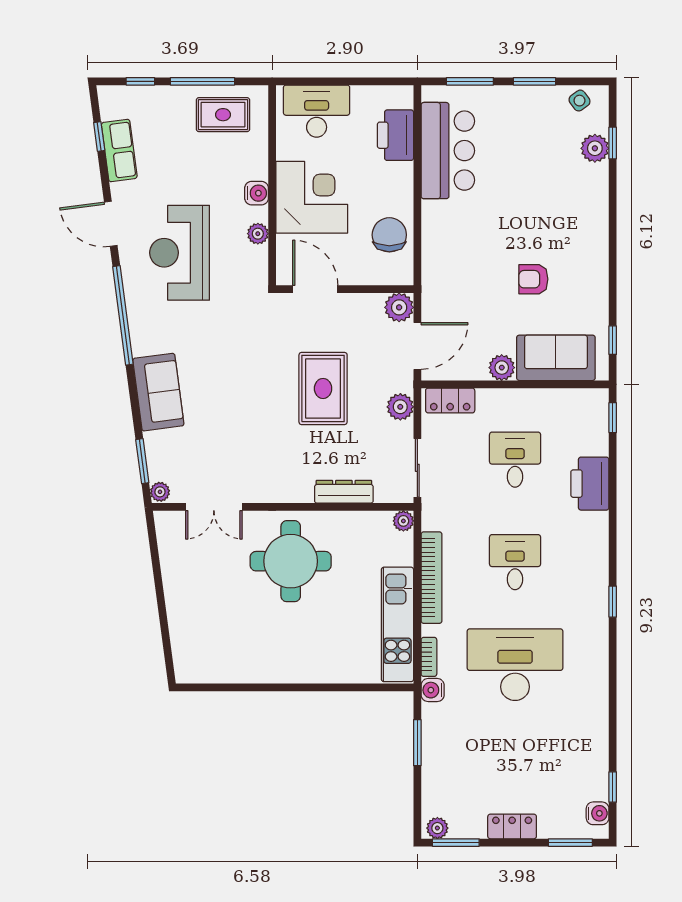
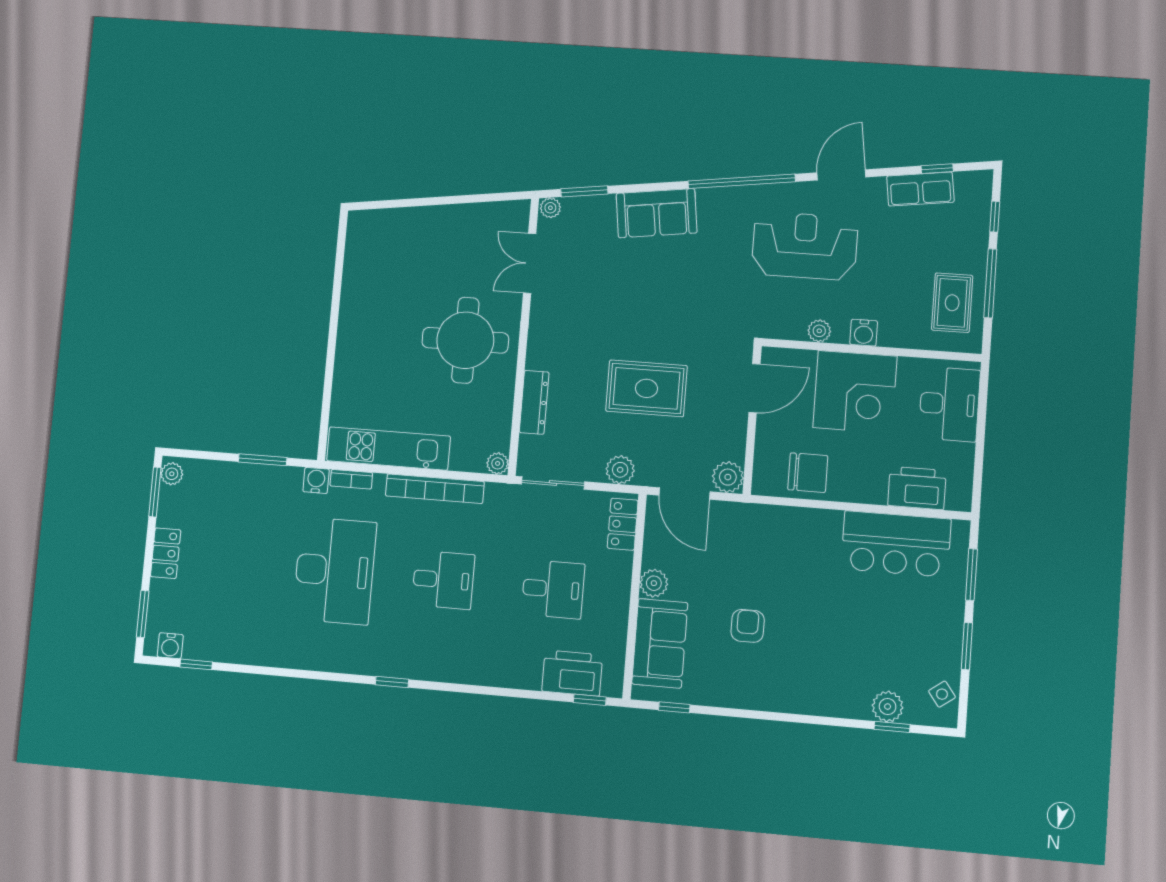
printer: (590, 484) -> (572, 673), moved

